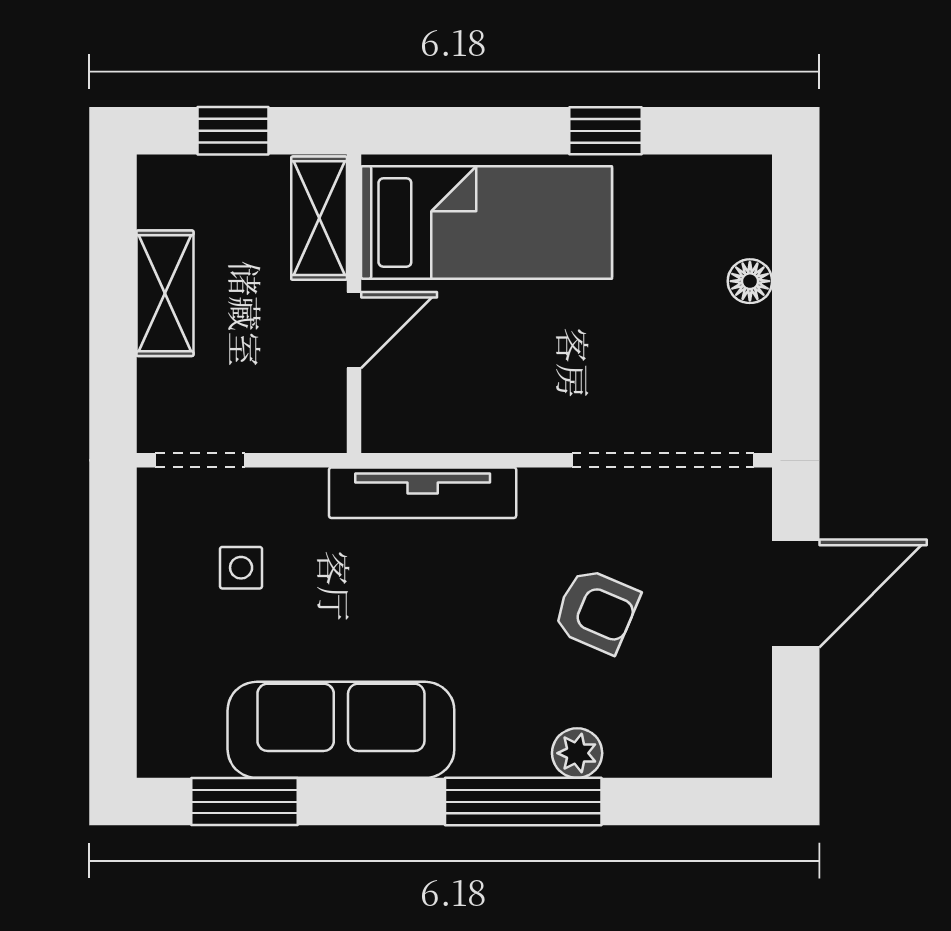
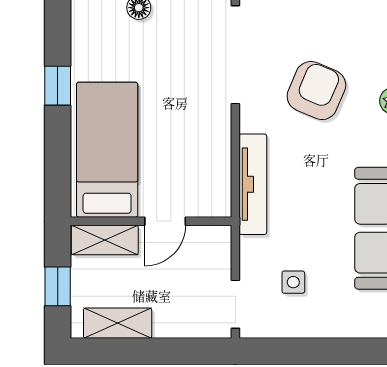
shelving: (165, 293) -> (118, 323), moved
door: (354, 330) -> (165, 221), swing flipped
armchair: (596, 611) -> (316, 91), width x1.38, depth x1.38

